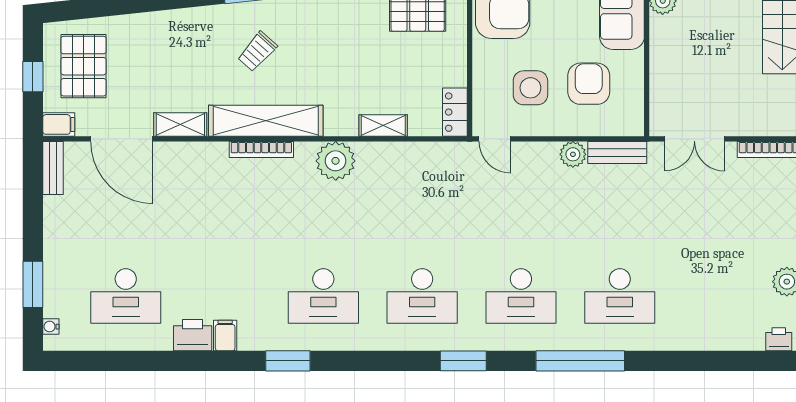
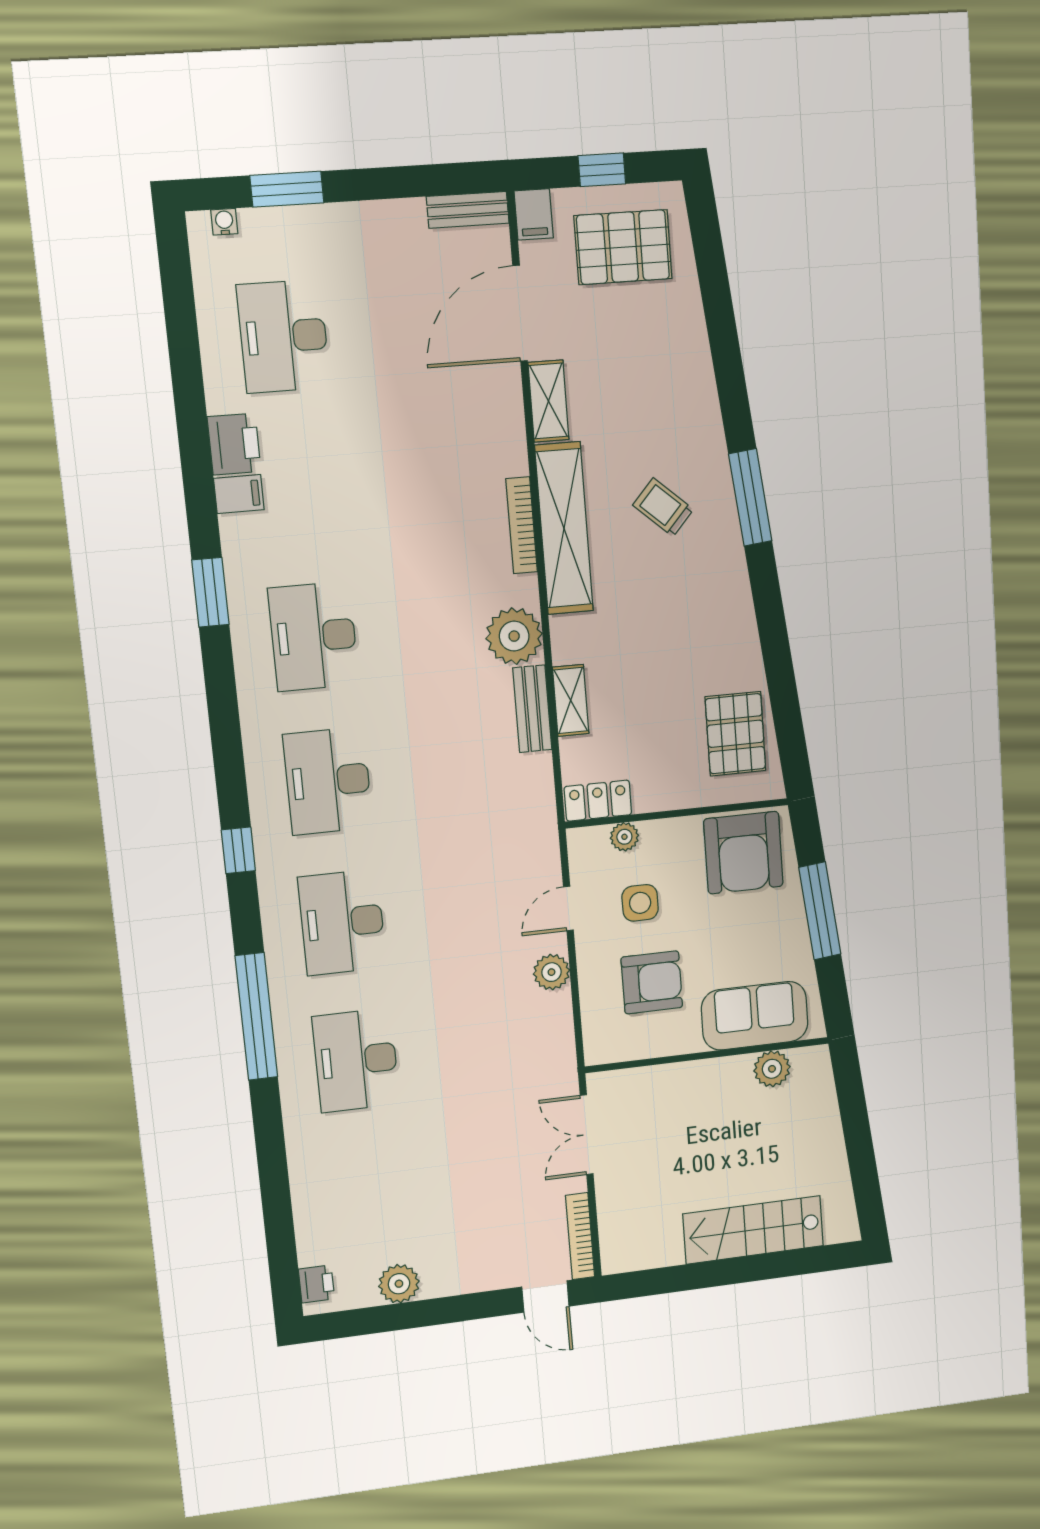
side table: (530, 88) -> (640, 903), width x0.73, depth x0.73
plant: (482, 95) -> (624, 837), added
door: (495, 139) -> (568, 908), moved
bench: (617, 153) -> (532, 709), moved
window: (463, 361) -> (238, 850), width x0.67

